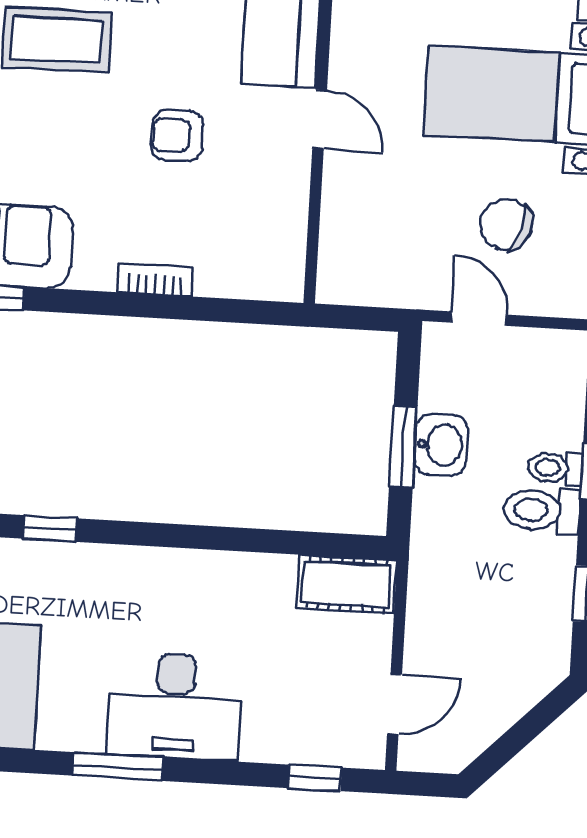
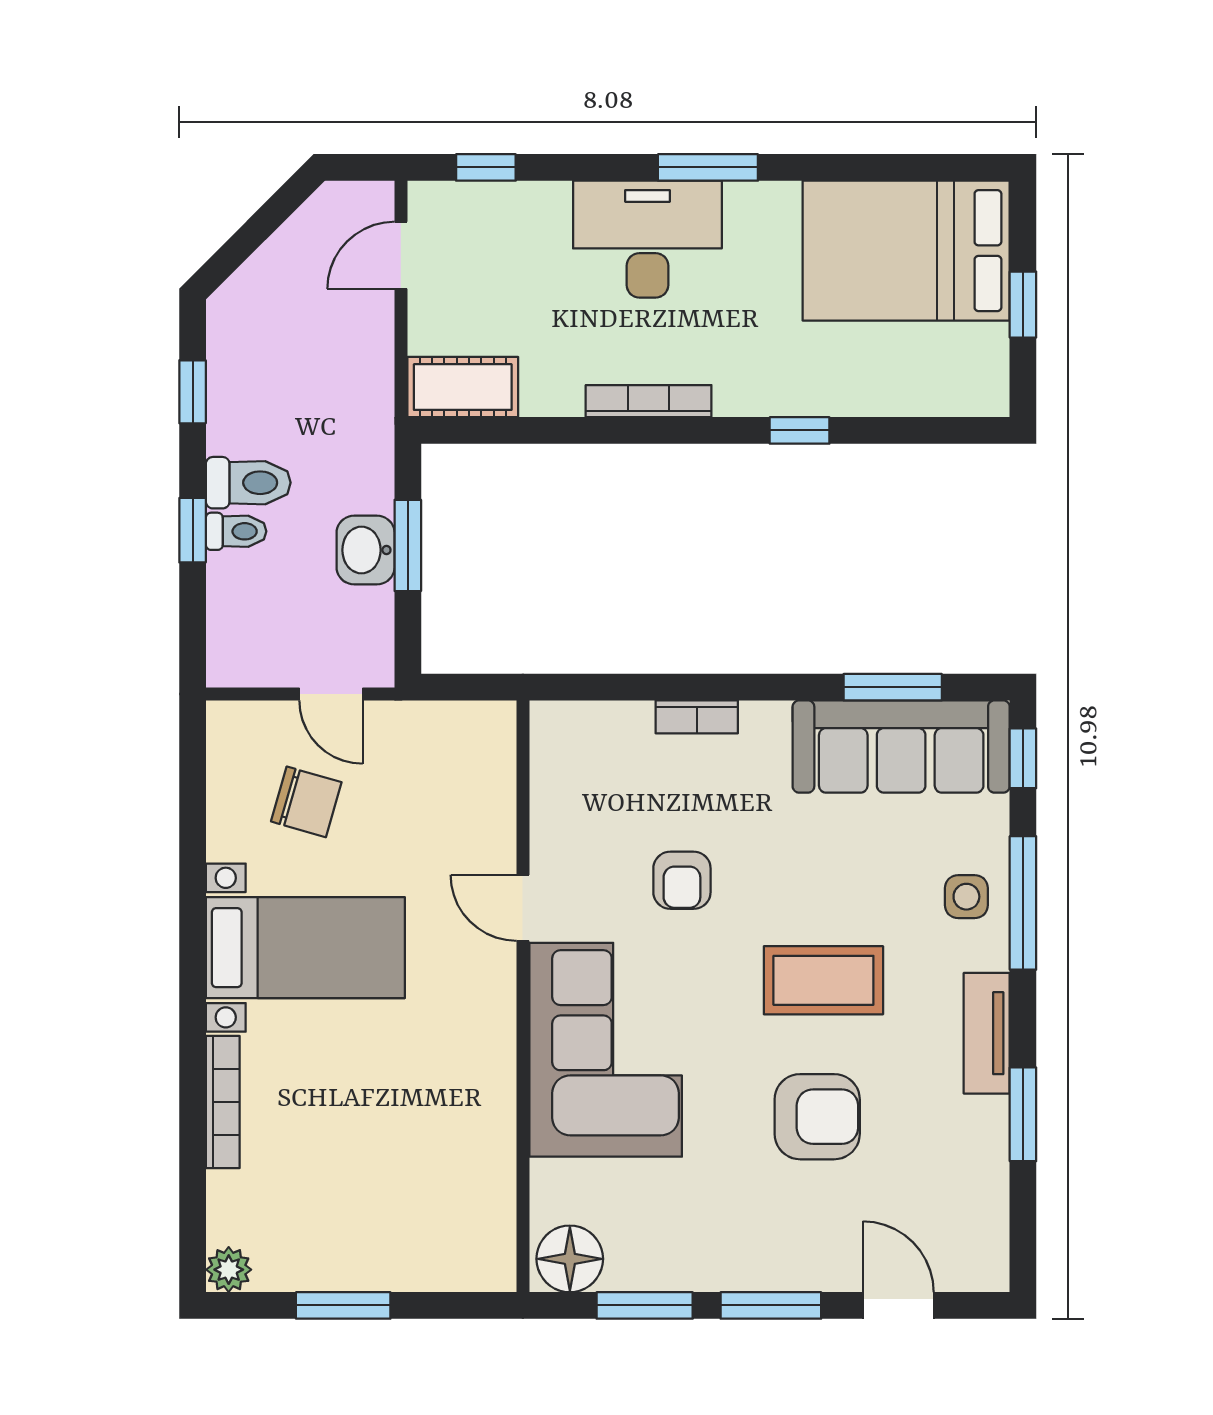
armchair: (177, 135) -> (682, 880), turned 90
bookcase: (182, 562) -> (649, 401), added

